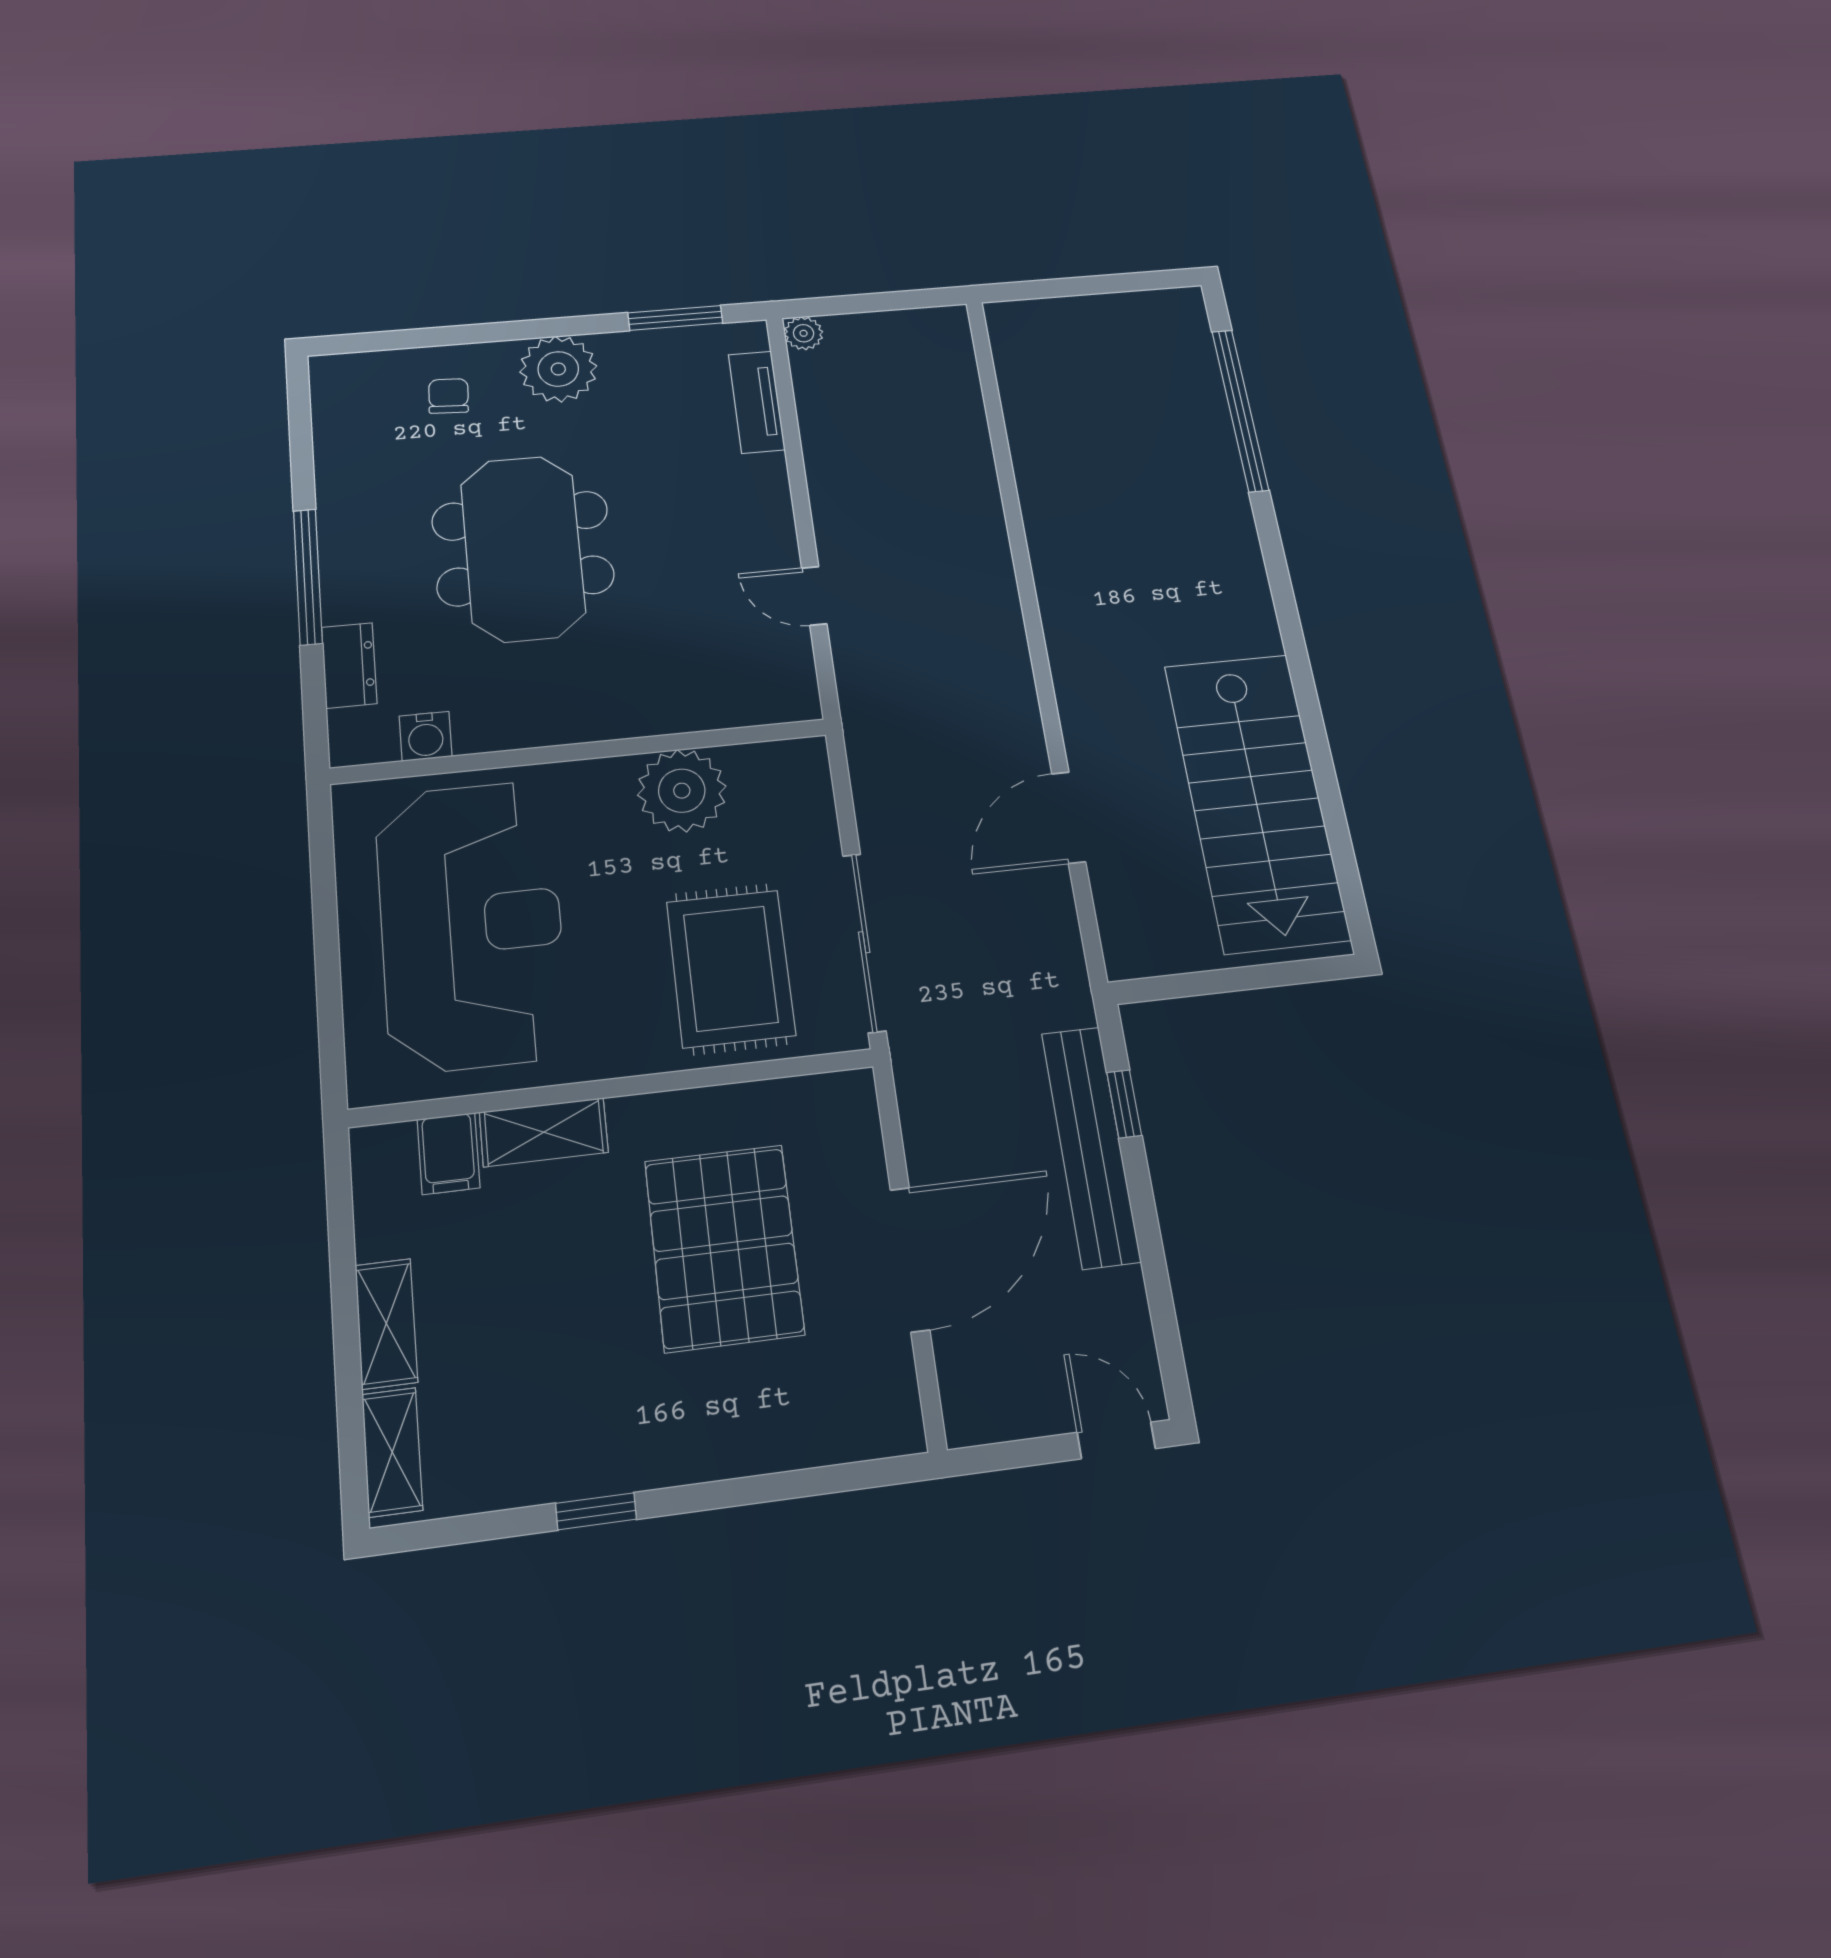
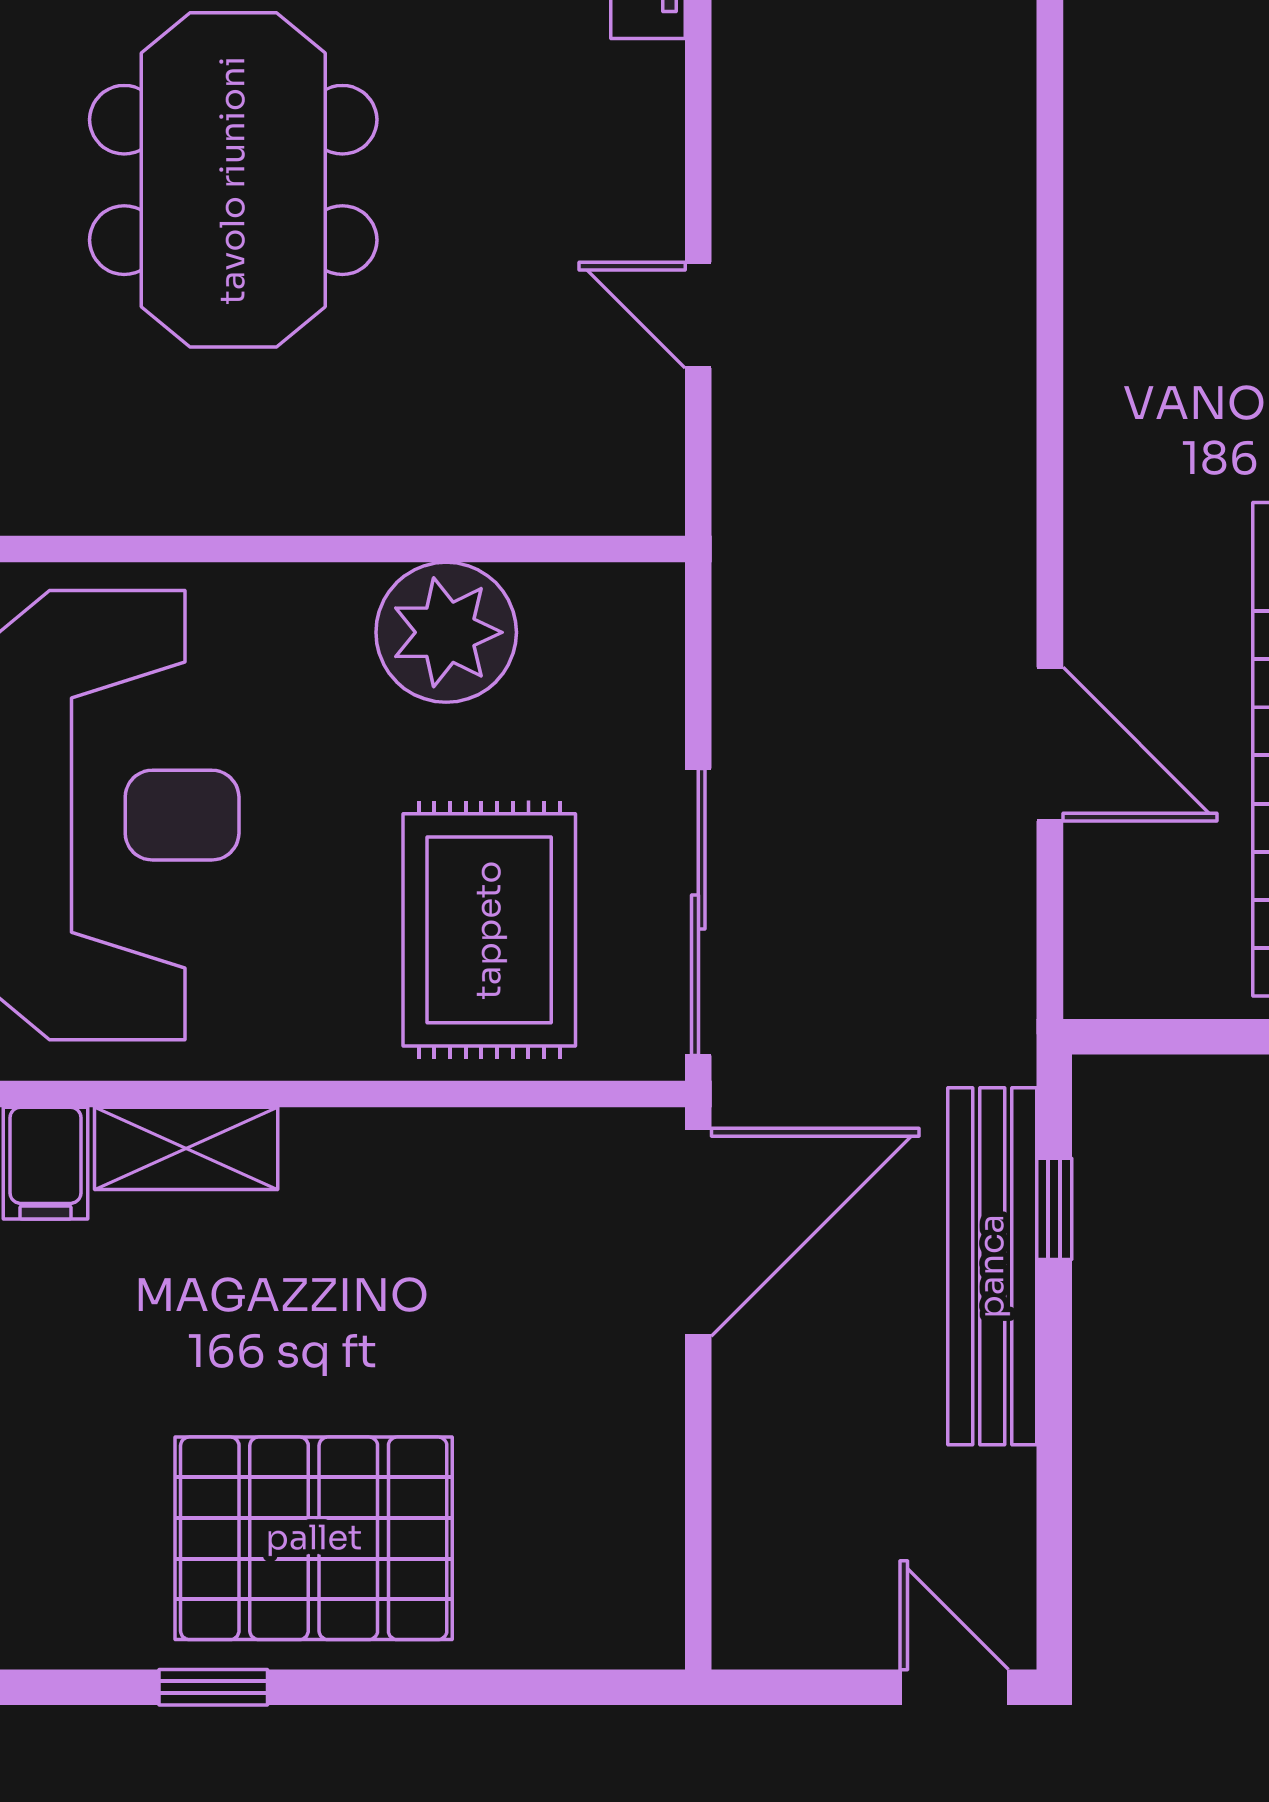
water cooler: (426, 736) -> (55, 497), removed
door: (1069, 817) -> (1050, 744), swing flipped
pallet: (724, 1247) -> (314, 1538), moved, turned 90
door: (910, 1259) -> (698, 1232), moved

